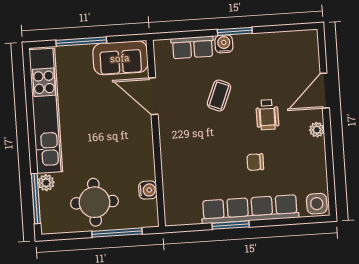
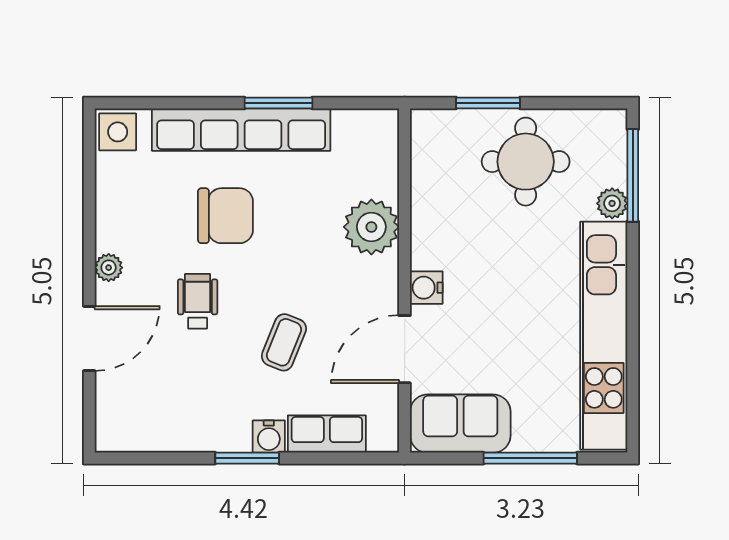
door: (153, 96) -> (405, 349), swing flipped
plant: (176, 161) -> (371, 227), added
chair: (255, 162) -> (225, 216), width x1.87, depth x1.87
water cooler: (148, 190) -> (426, 288), moved
window: (117, 233) -> (488, 103), width x0.69

